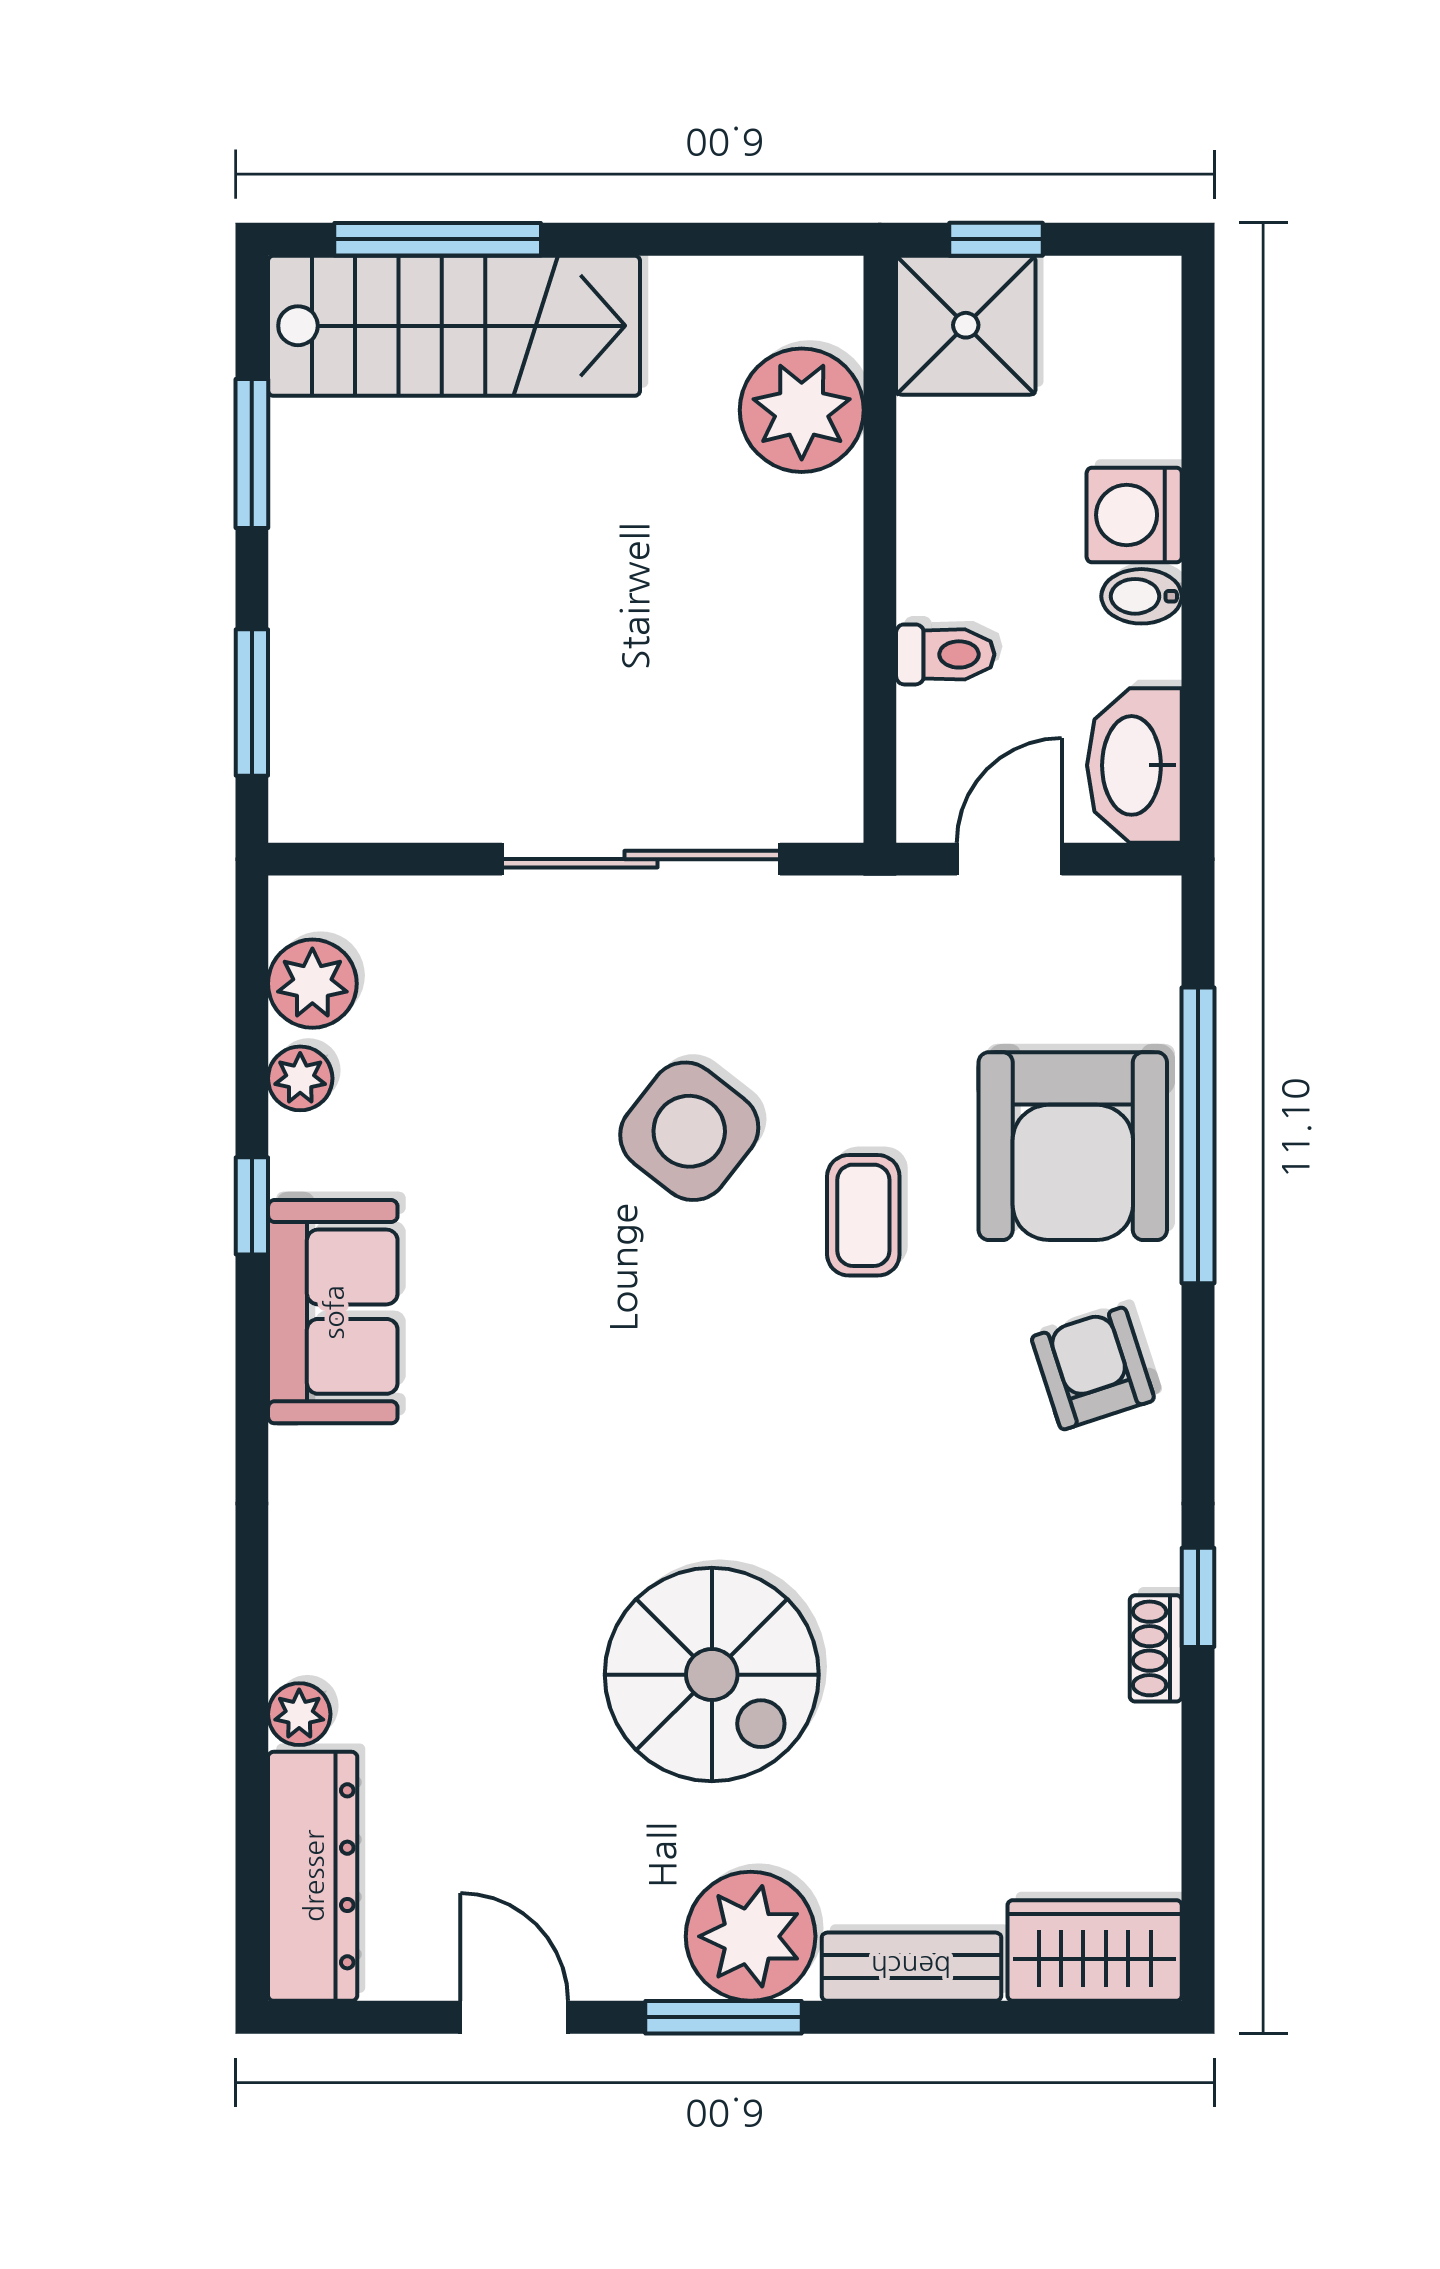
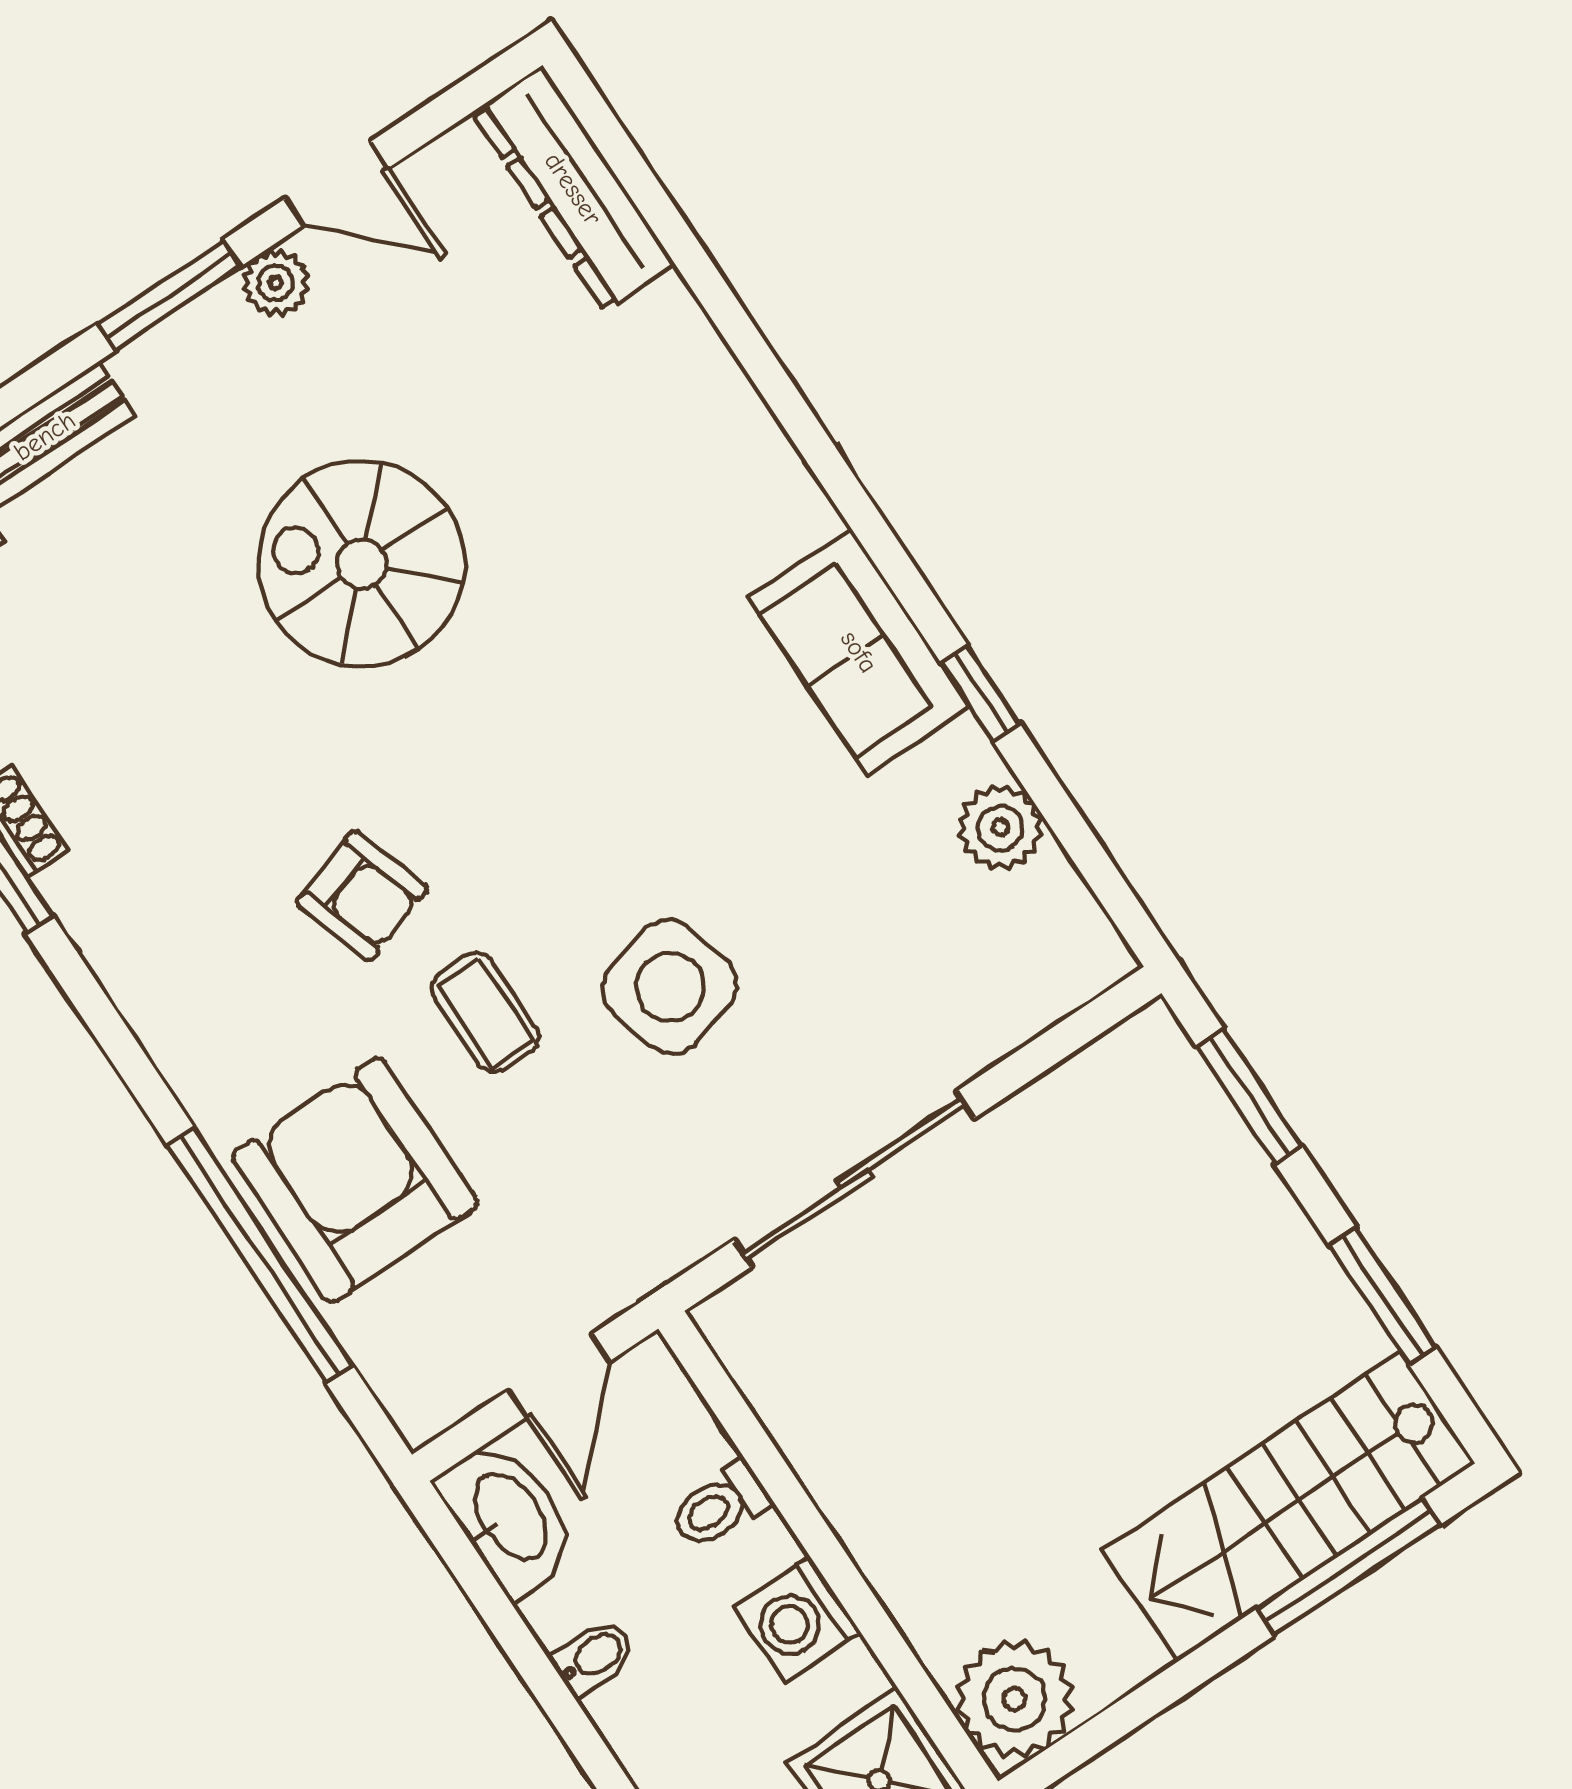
plant: (802, 410) -> (1015, 1699), moved
washing machine: (1134, 515) -> (797, 1619), moved, turned 180
plant: (312, 984) -> (1051, 904), removed
plant: (300, 1078) -> (1000, 828), width x1.38, depth x1.38
side table: (689, 1131) -> (670, 987), turned 37
armchair: (1093, 1368) -> (362, 896), moved
plant: (299, 1714) -> (671, 311), removed
plant: (751, 1936) -> (276, 283), moved, width x0.53, depth x0.53

